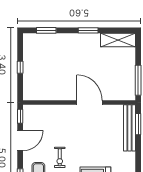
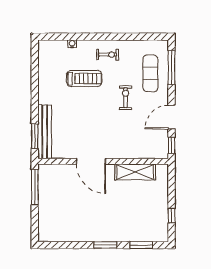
window: (88, 30) -> (105, 245), moved
shelving: (118, 40) -> (135, 172), moved
window: (20, 67) -> (172, 215), moved

